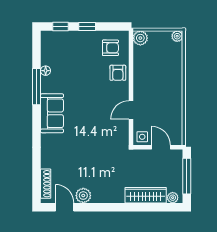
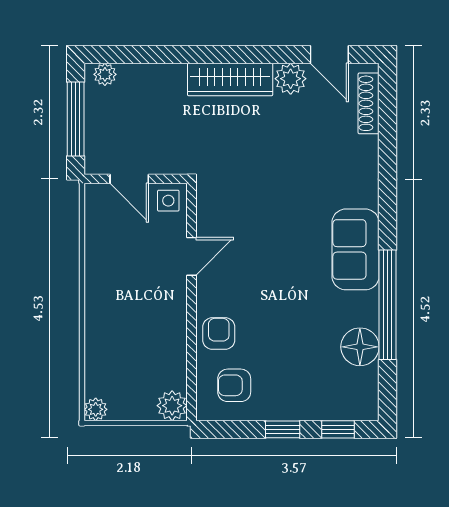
floor lamp: (46, 71) -> (360, 347), width x1.89, depth x1.89
window: (37, 87) -> (388, 305), width x1.46
wardrobe: (146, 195) -> (230, 79), moved

